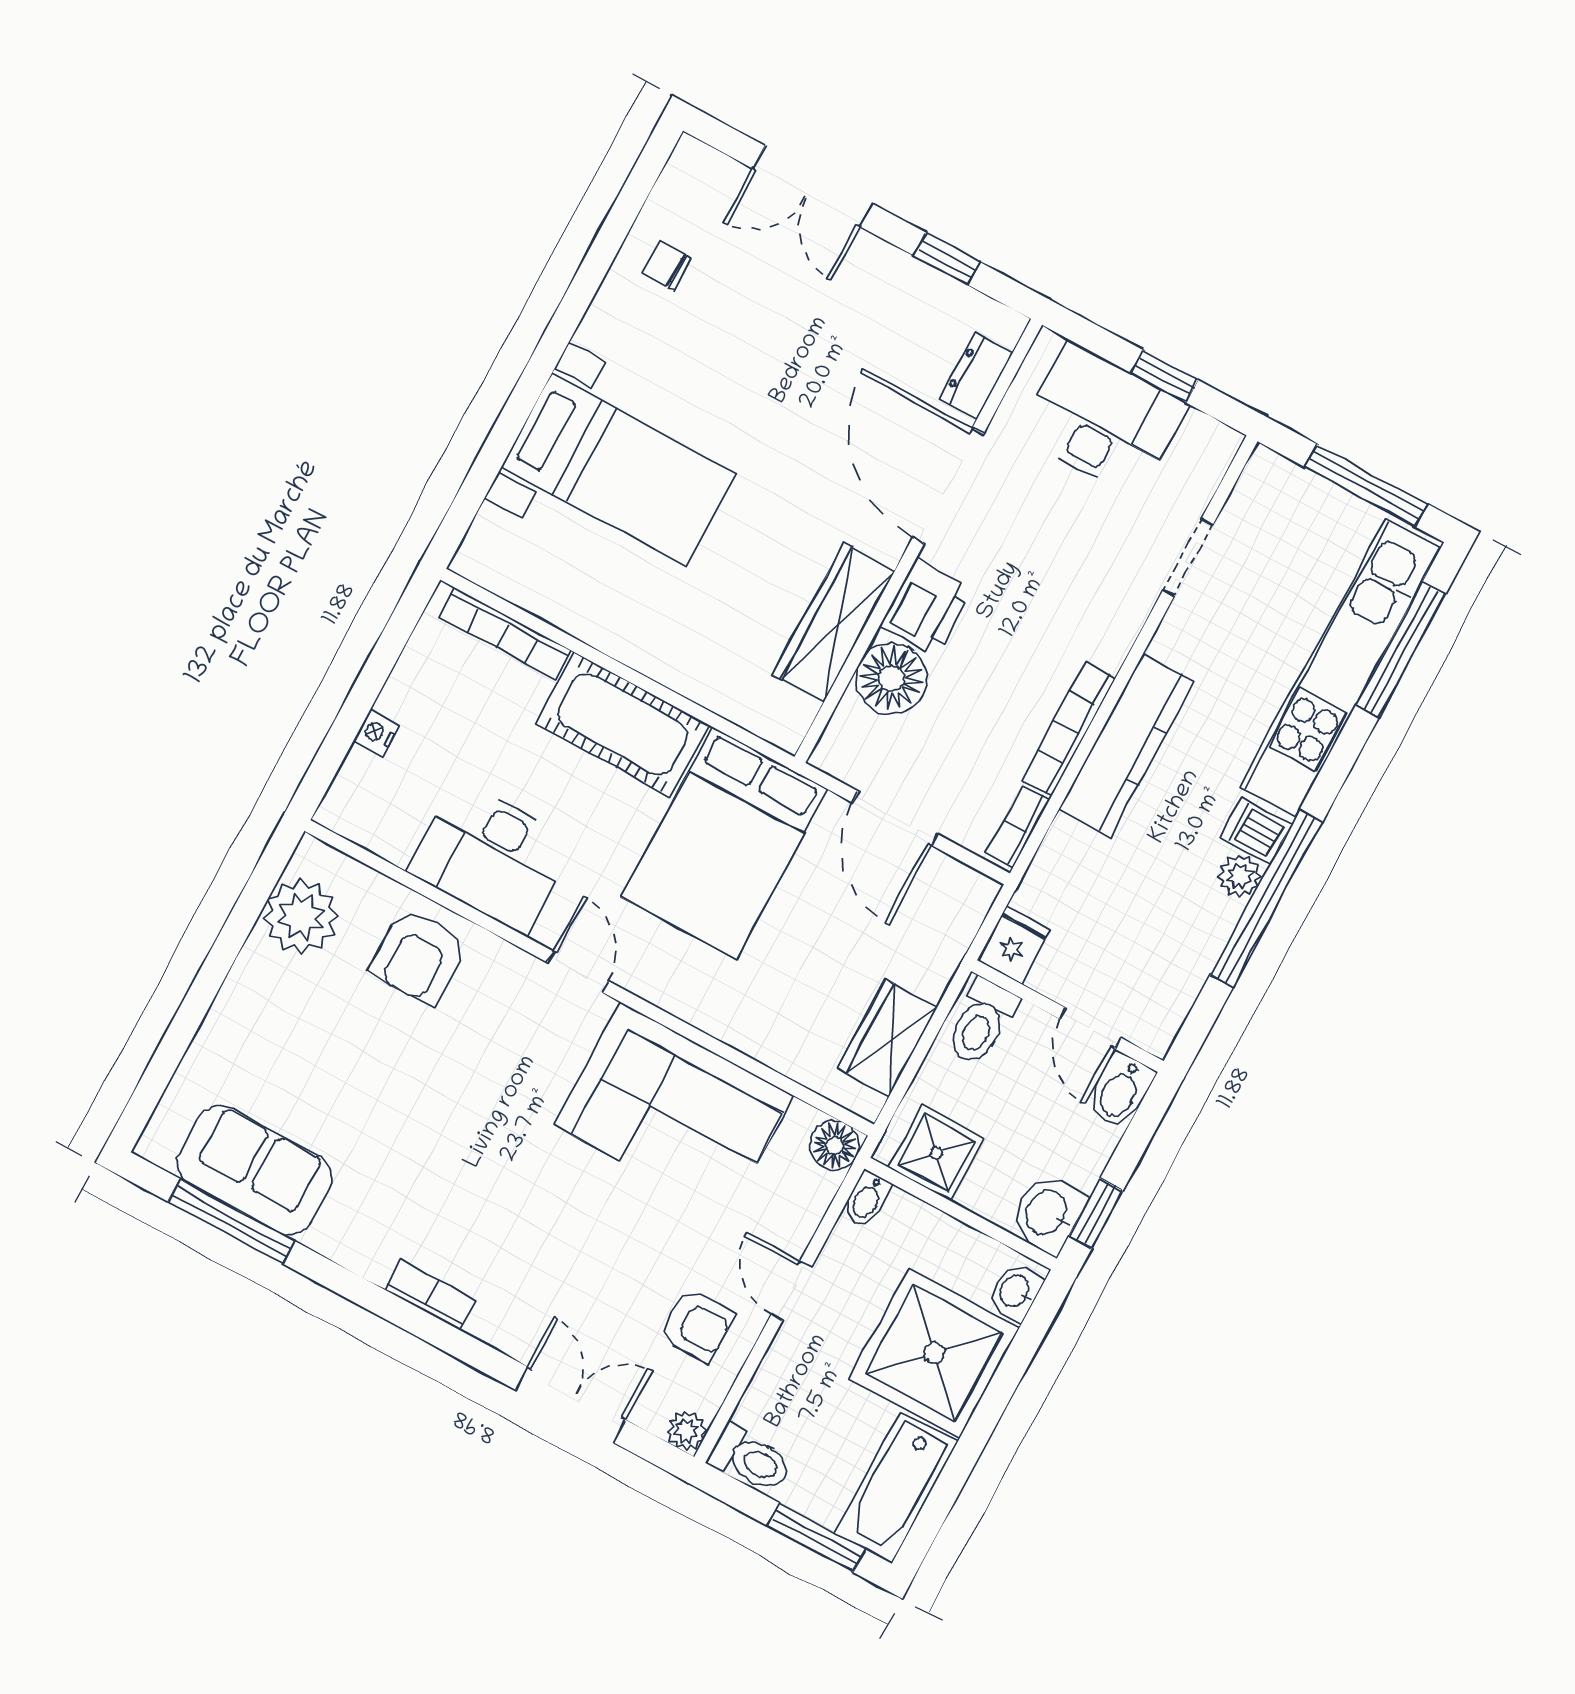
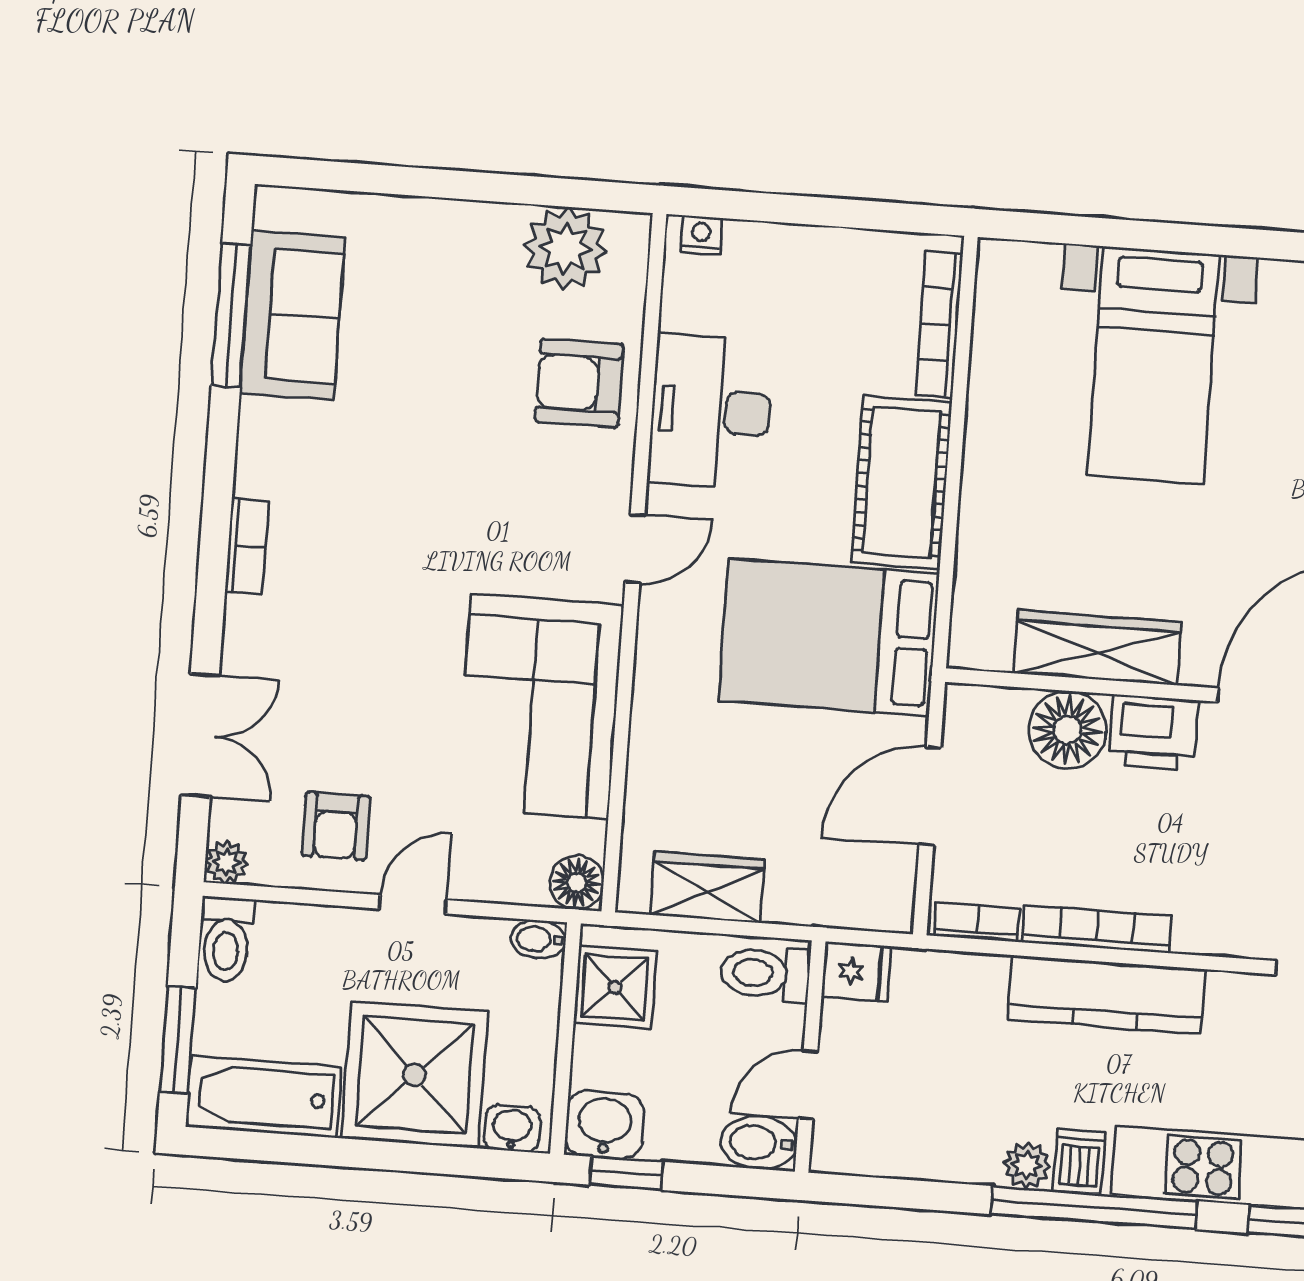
nightstand: (377, 733) -> (701, 235), moved
window: (1266, 898) -> (1094, 1208), moved

